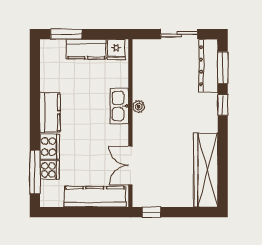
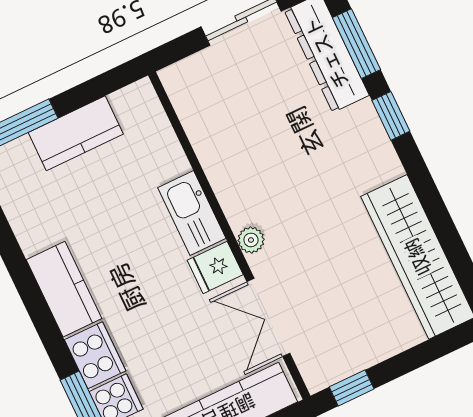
fridge: (116, 49) -> (215, 267), moved, turned 90
plant: (139, 107) -> (251, 240), moved

